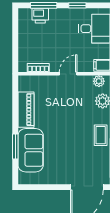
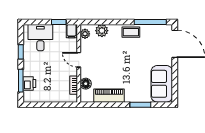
floor lamp: (40, 82) -> (86, 84), added
sofa: (31, 150) -> (162, 84), moved, turned -90

